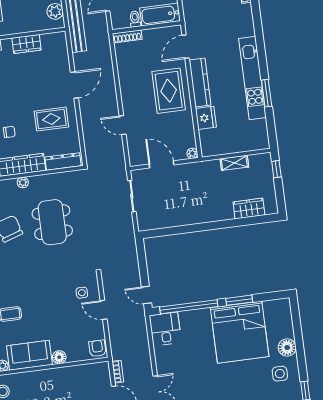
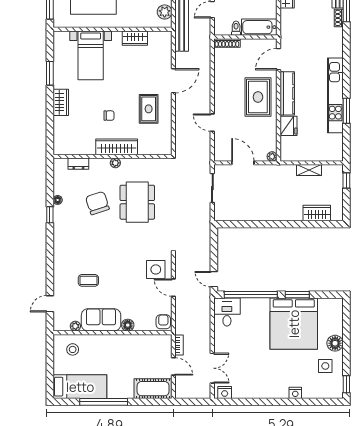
rug: (51, 119) -> (149, 109), turned 90
dresser: (63, 161) -> (154, 149), removed
side table: (82, 293) -> (156, 269), width x1.87, depth x1.87

